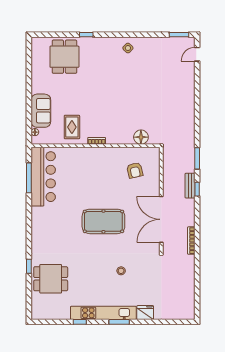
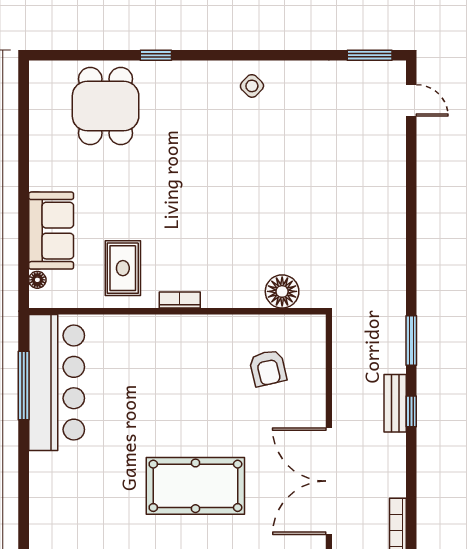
door: (197, 54) -> (411, 100), swing flipped

